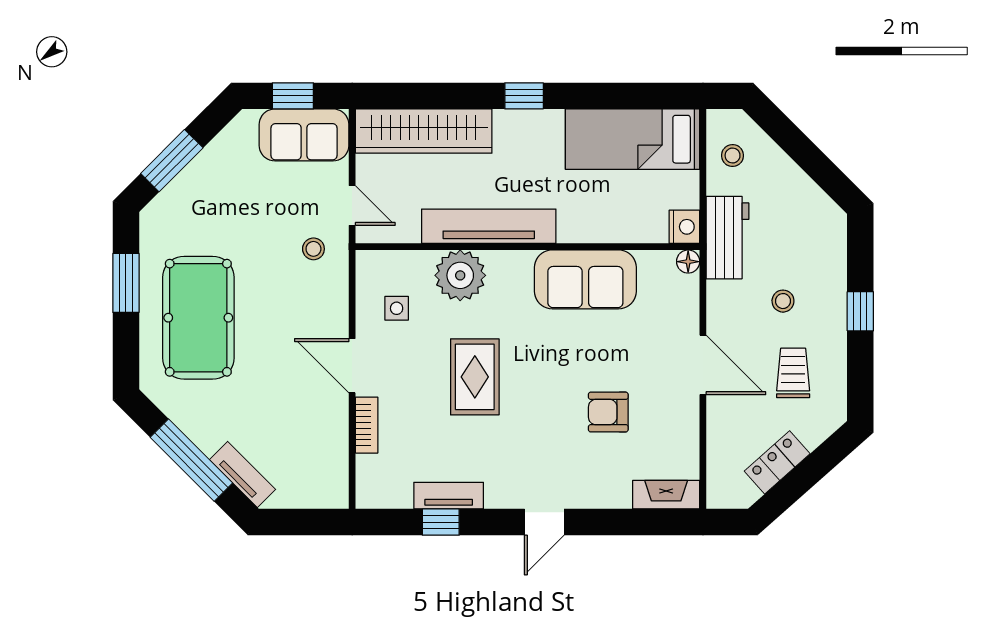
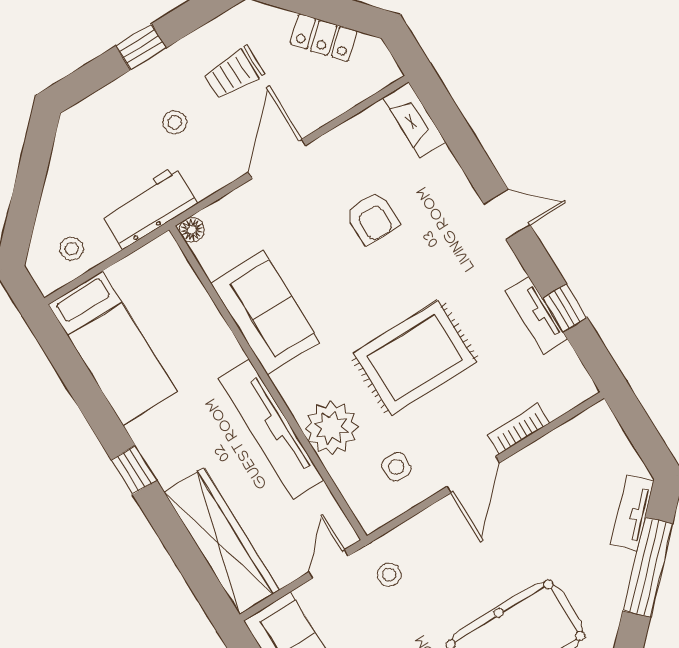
nightstand: (684, 227) -> (163, 253), removed
rug: (475, 377) -> (415, 358), width x1.36, depth x1.43

